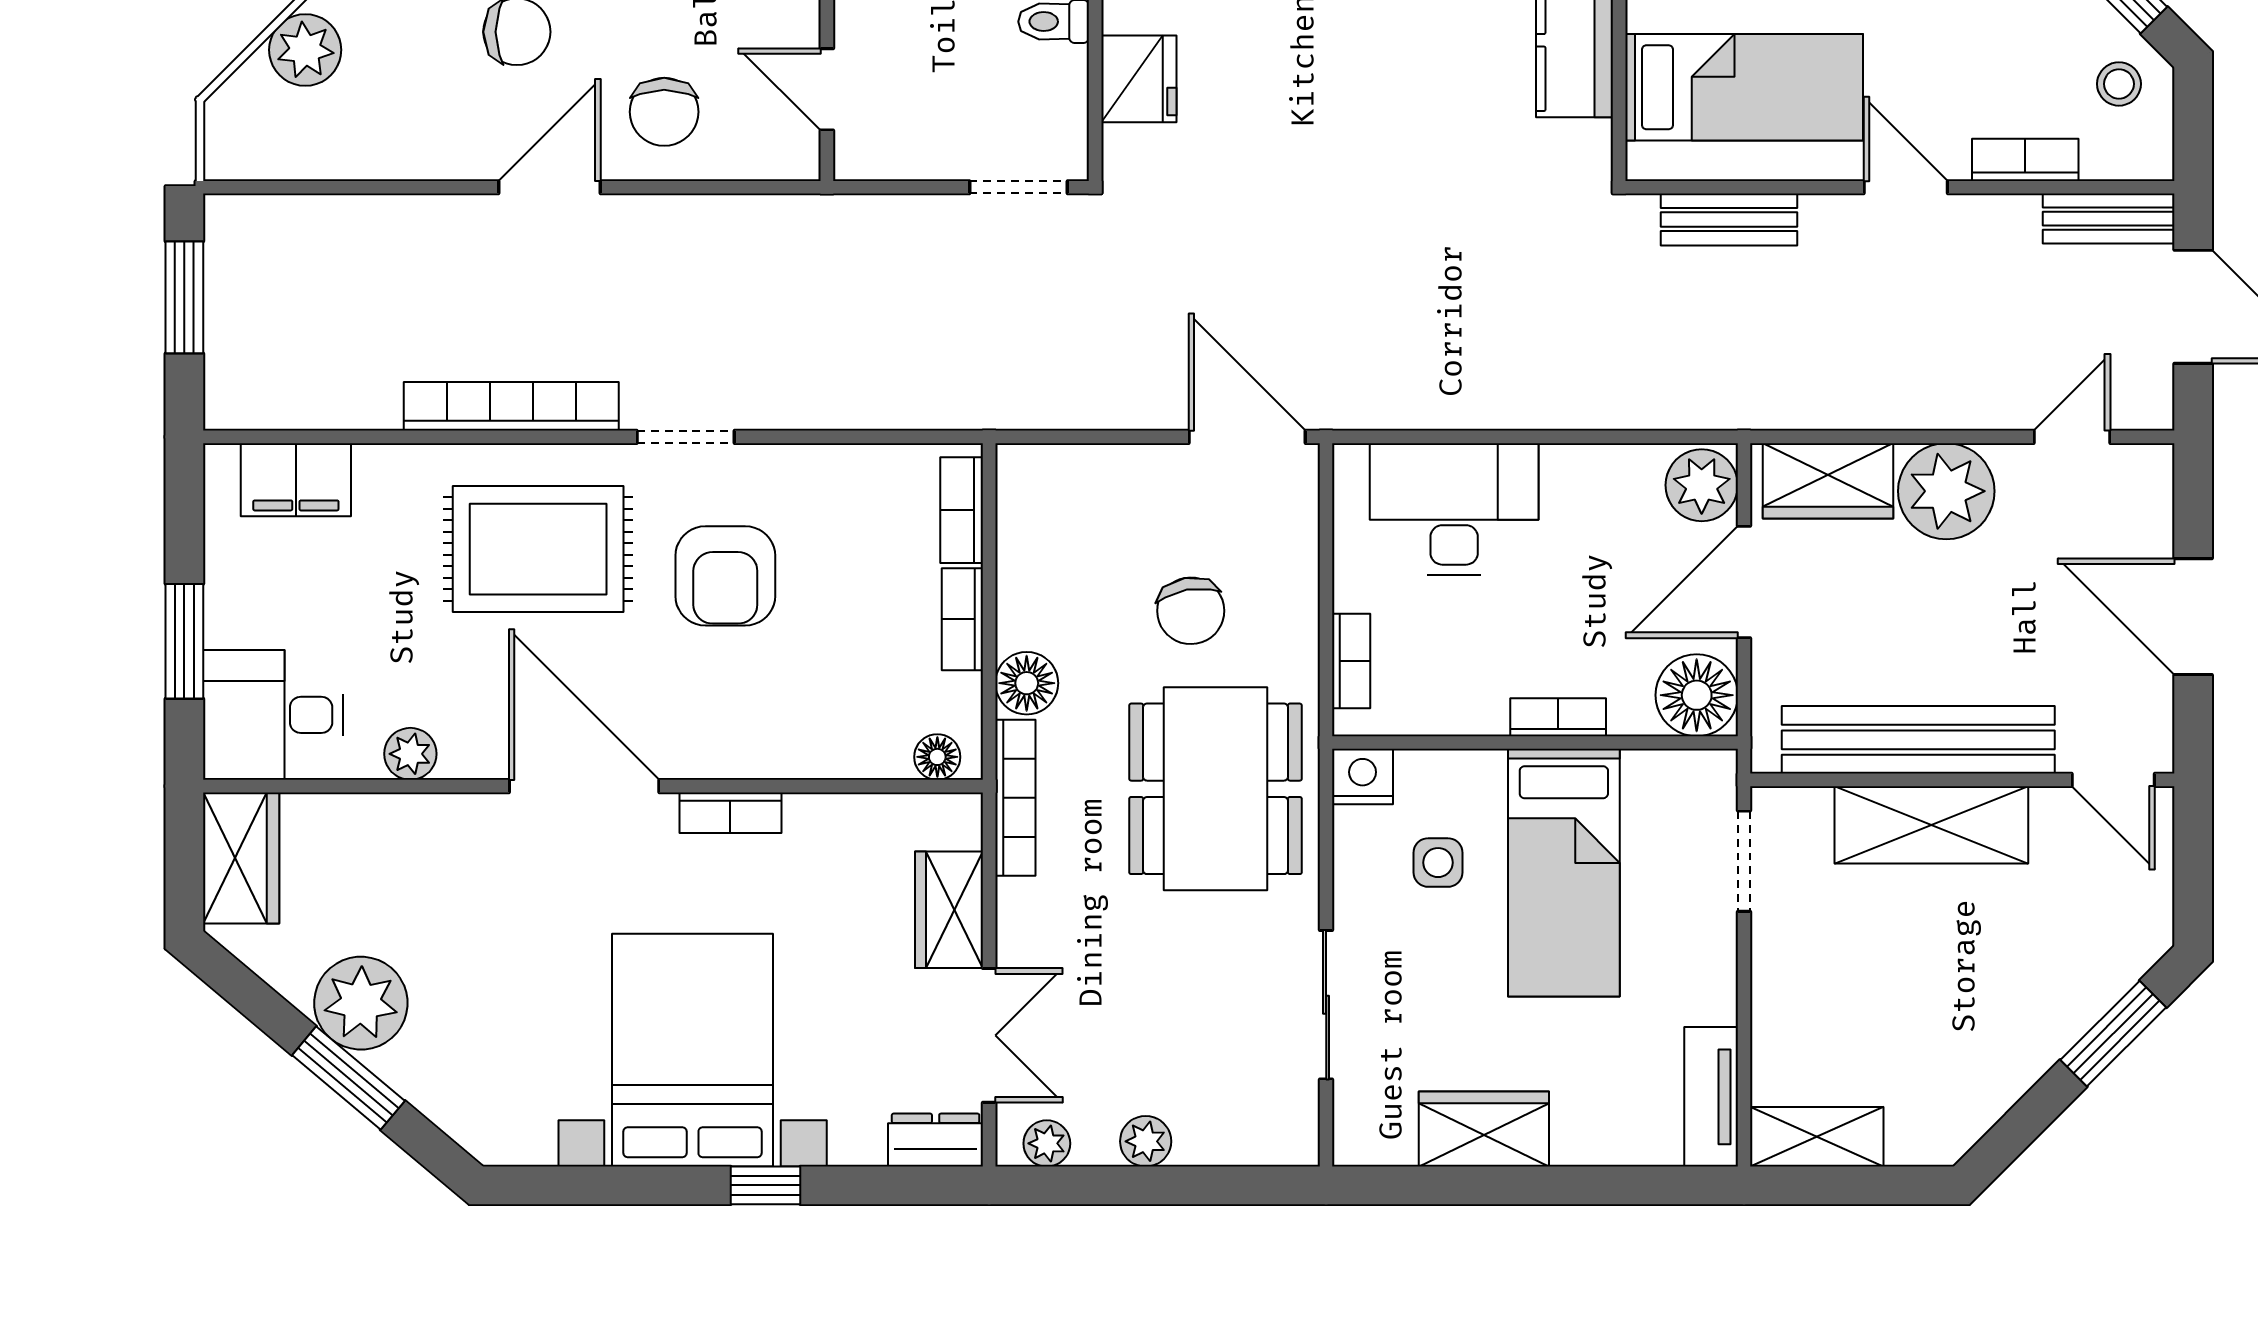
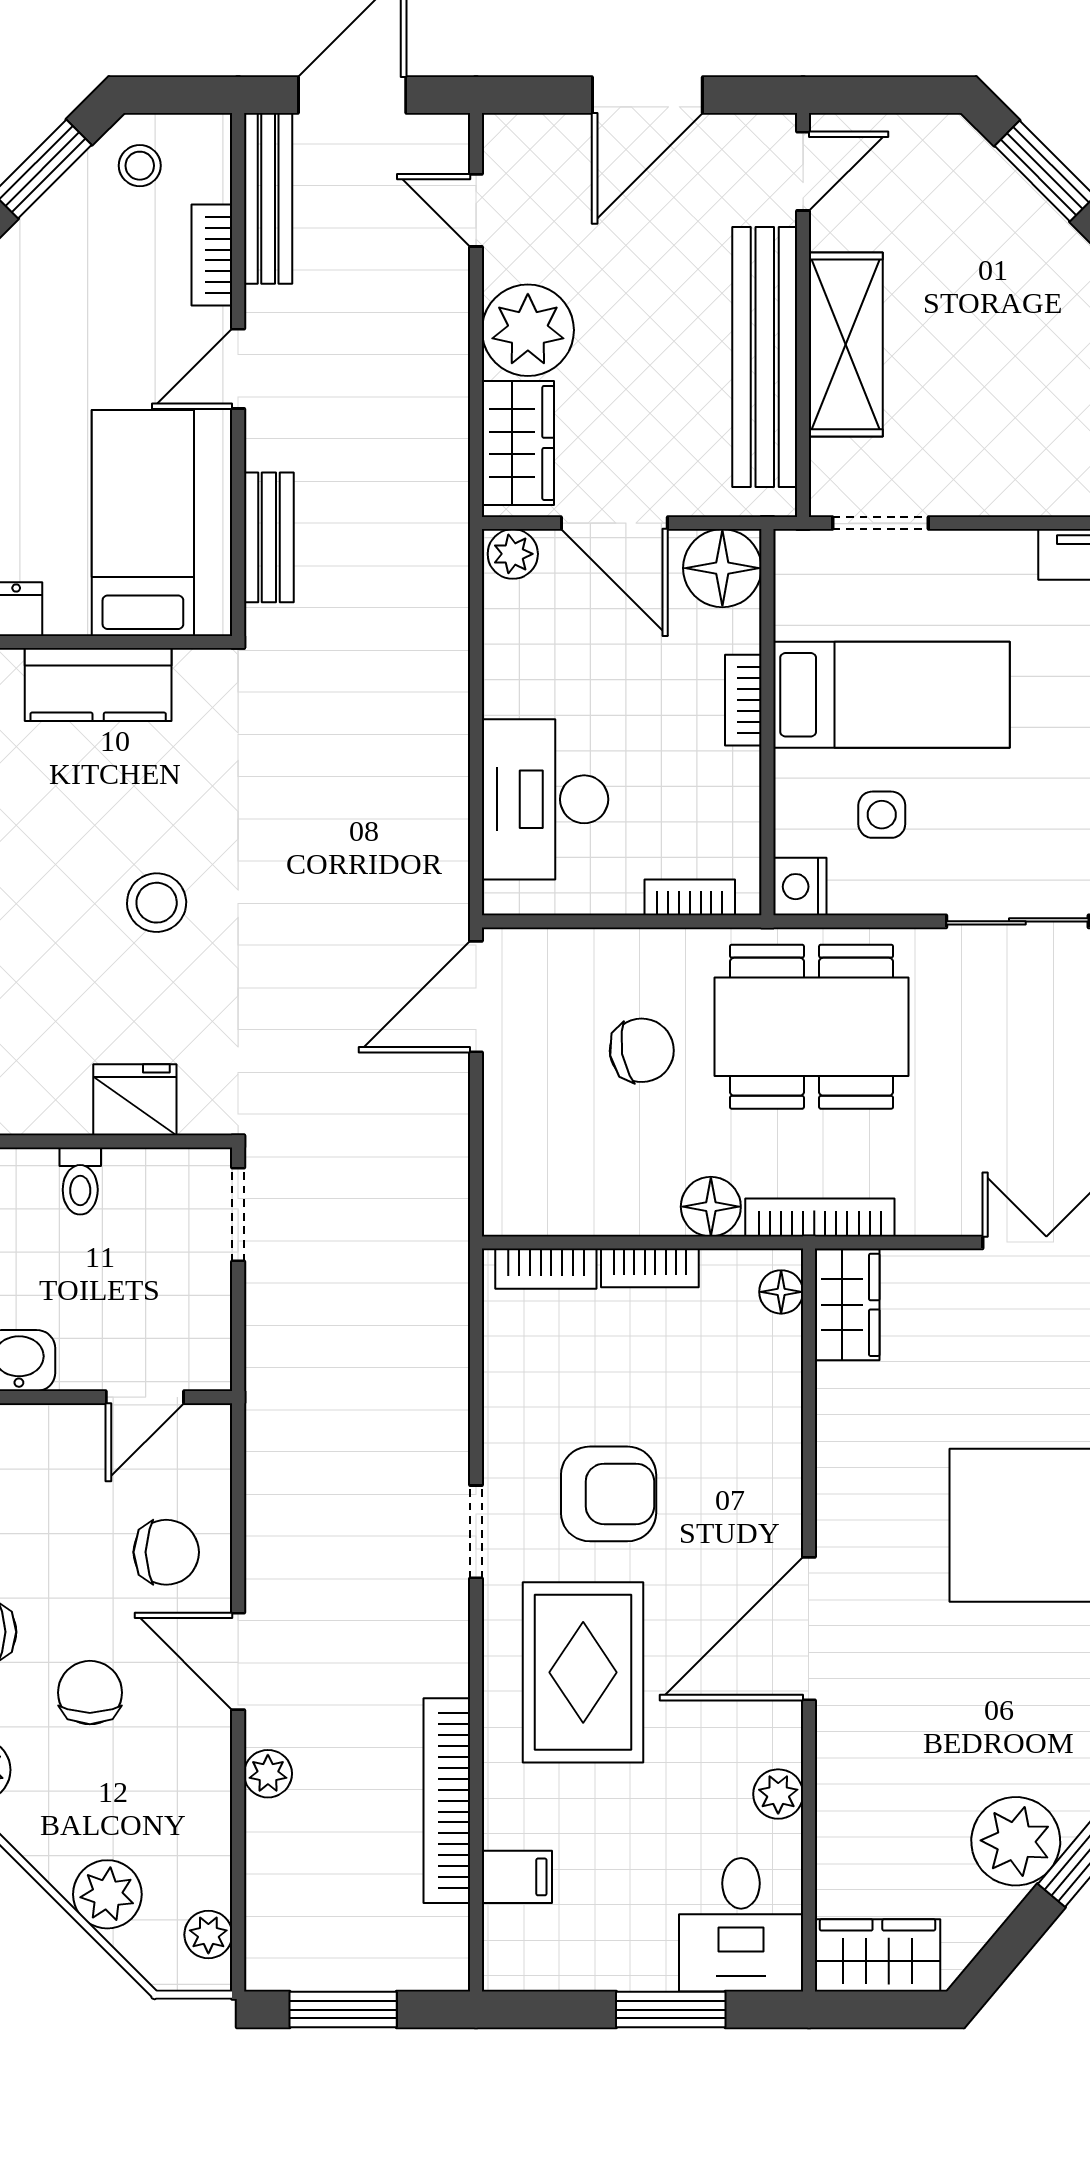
stool: (1346, 102) -> (157, 903), added
plant: (263, 156) -> (208, 1935), added
plant: (432, 219) -> (268, 1774), added
bench: (2109, 219) -> (268, 198), width x1.36
bookcase: (511, 406) -> (447, 1801), moved
filing cabinet: (296, 480) -> (517, 1877), width x0.50
plant: (1702, 485) -> (513, 554), width x0.73, depth x0.73
bookcase: (730, 813) -> (834, 1489), removed
wardrobe: (949, 910) -> (847, 1305), moved, turned -90

